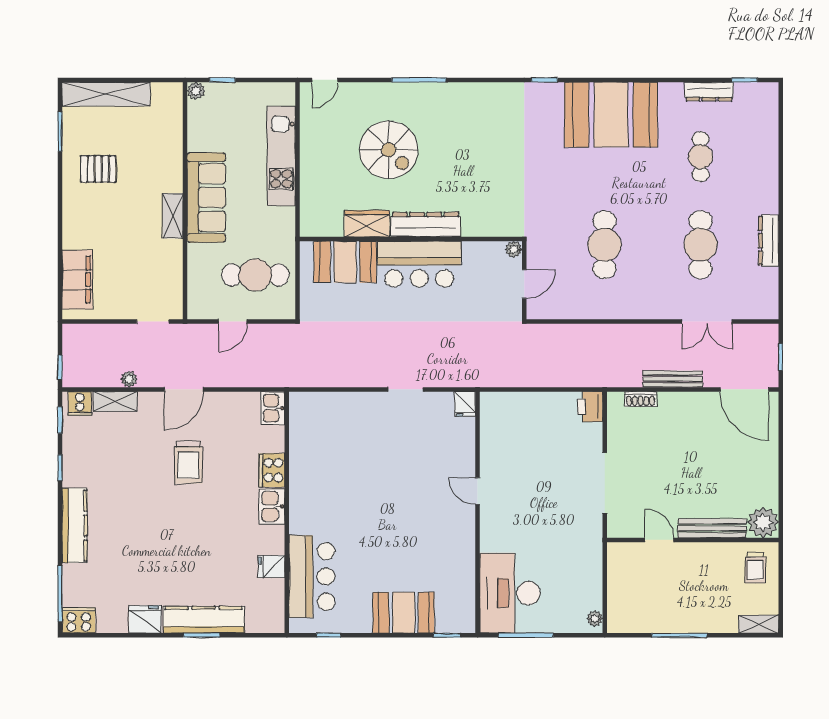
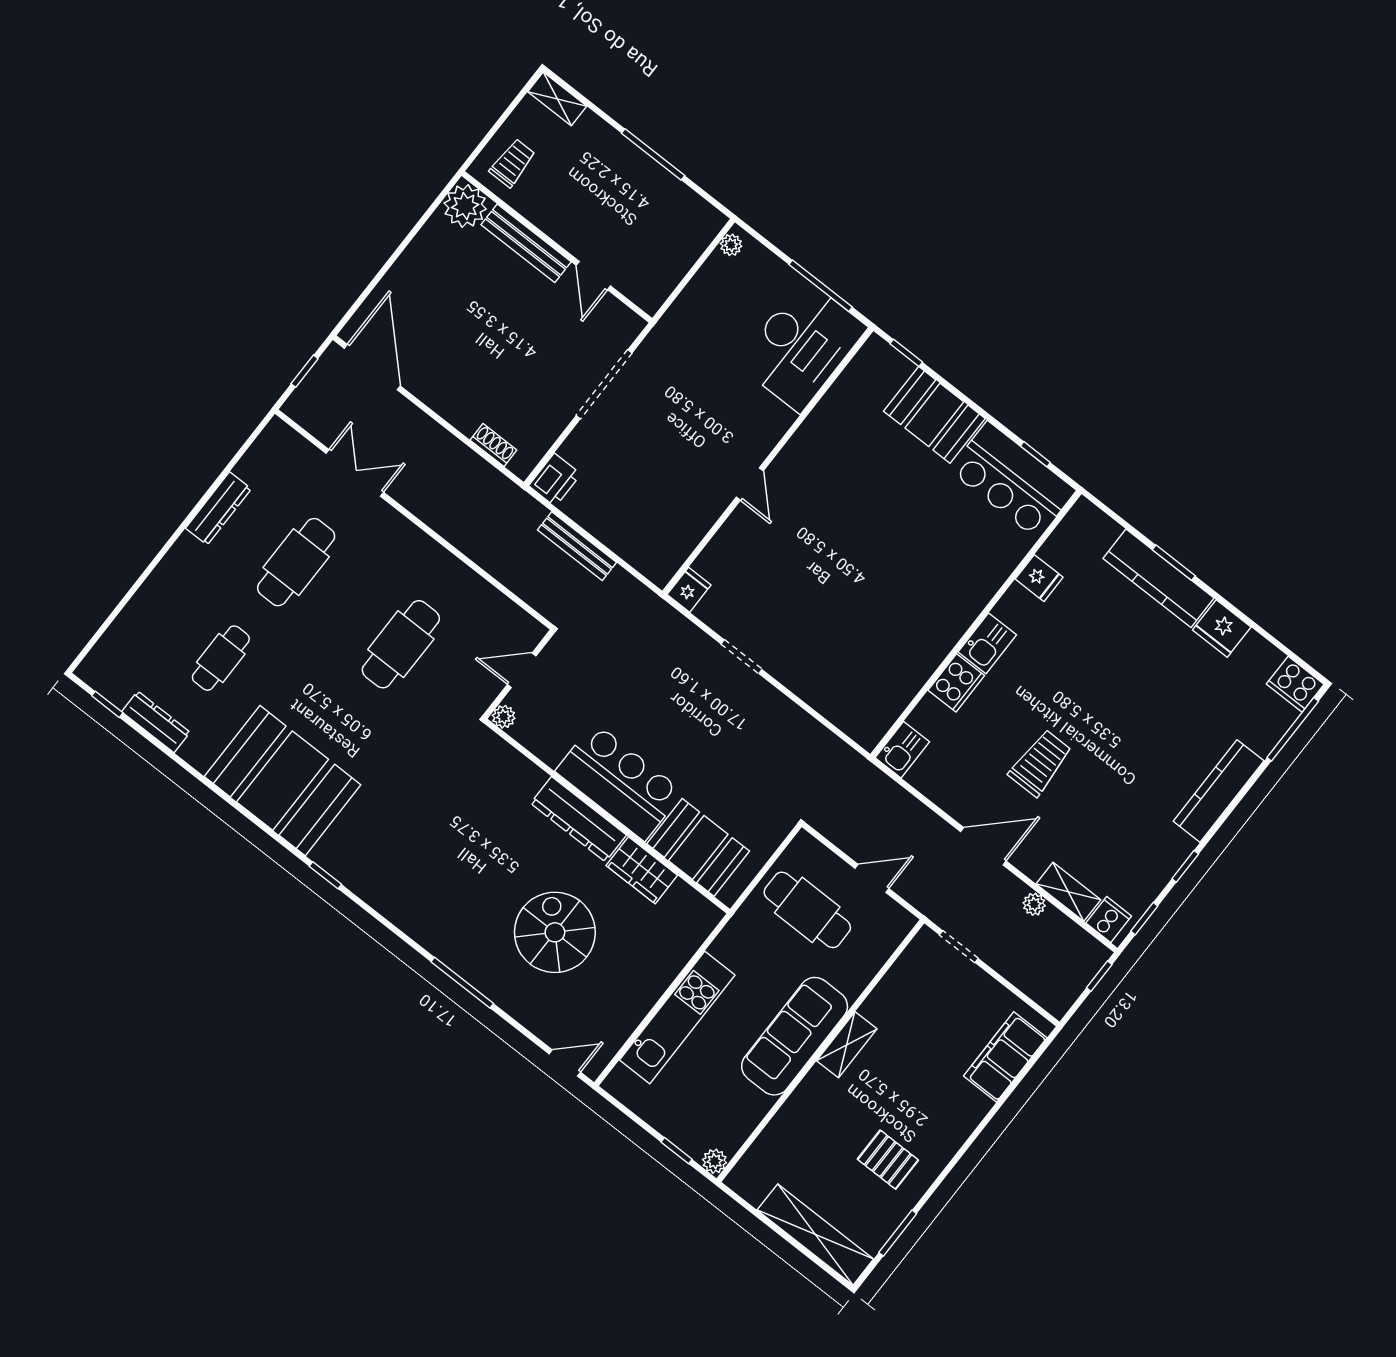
bench: (673, 379) -> (577, 546), moved
bar counter: (312, 577) -> (1012, 480), moved, turned -90

